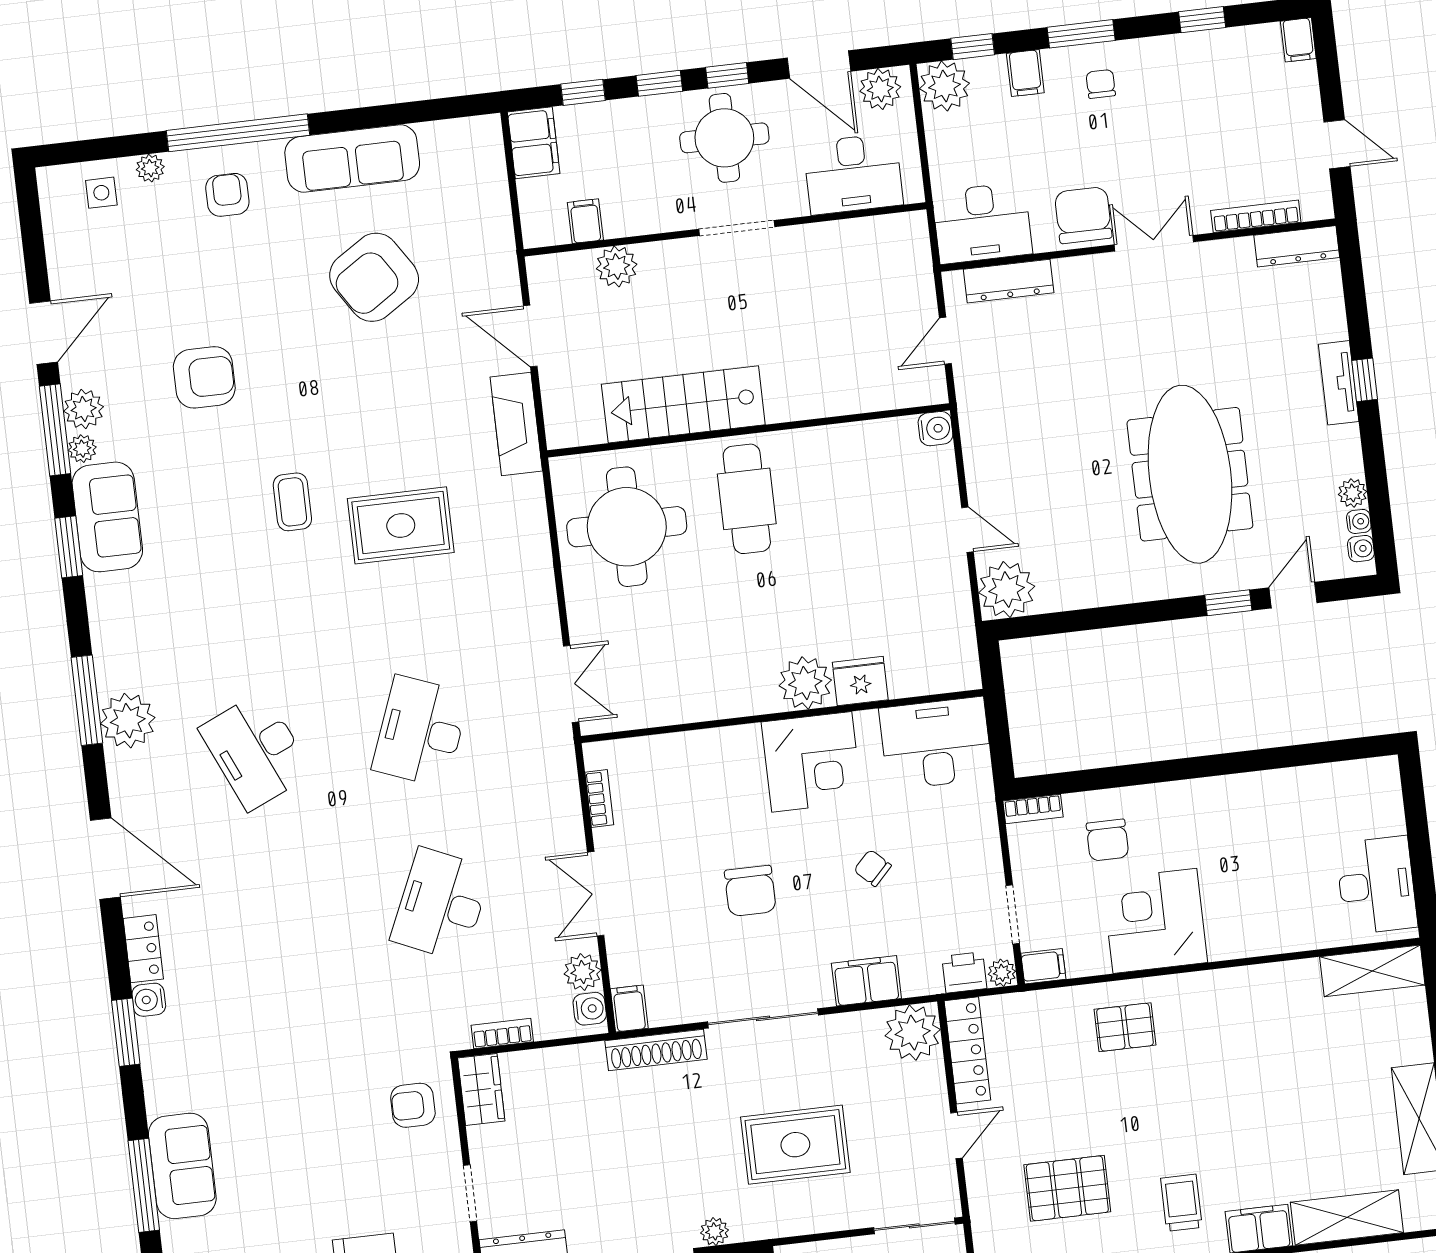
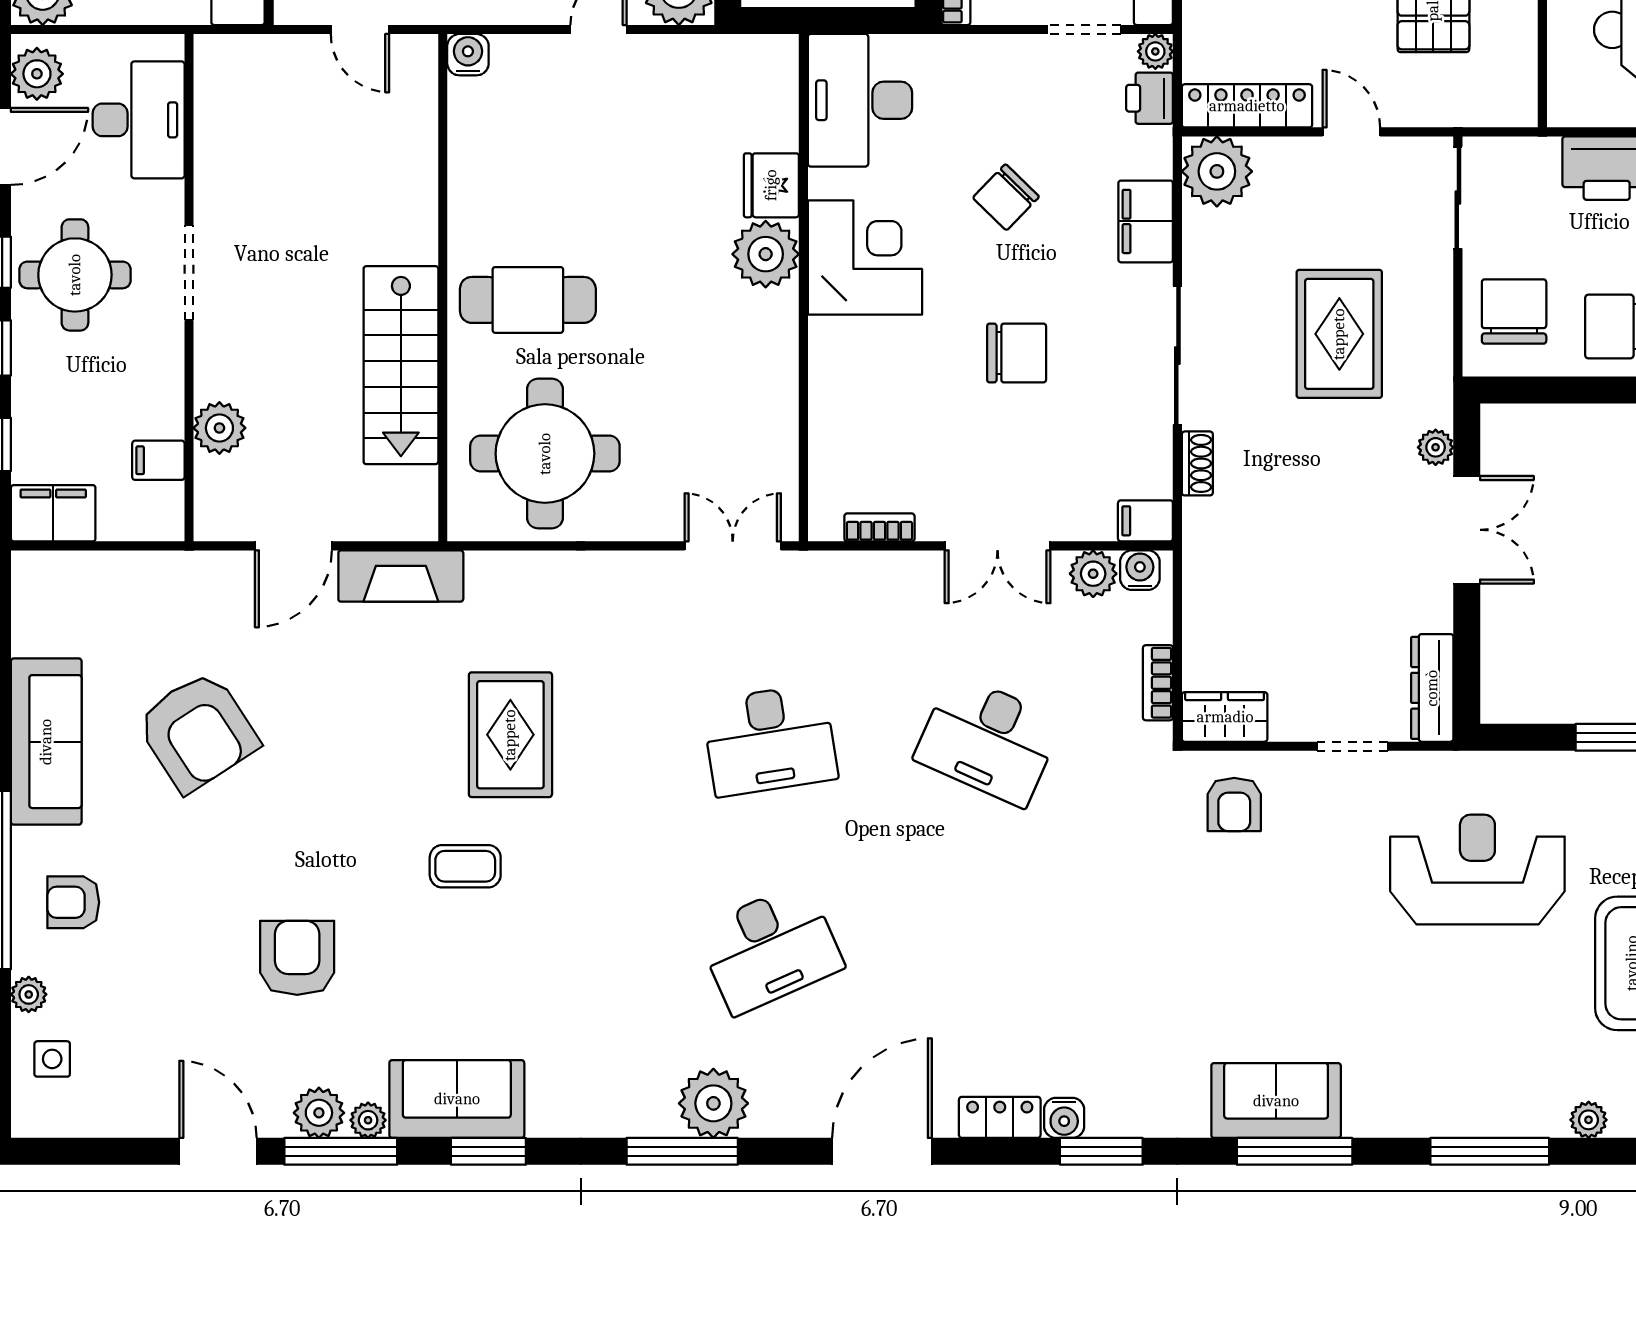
desk: (421, 731) -> (770, 740), turned -30
chair: (873, 868) -> (1006, 197), width x1.37, depth x1.37
shoe rack: (656, 1050) -> (1197, 463), width x0.51, depth x0.81

